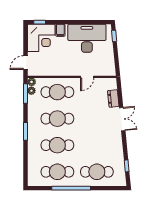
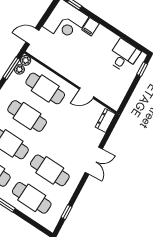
desk: (87, 38) -> (124, 56), width x0.53, depth x0.77
dresser: (113, 98) -> (105, 121), moved
cafe table: (97, 145) -> (50, 170), added

